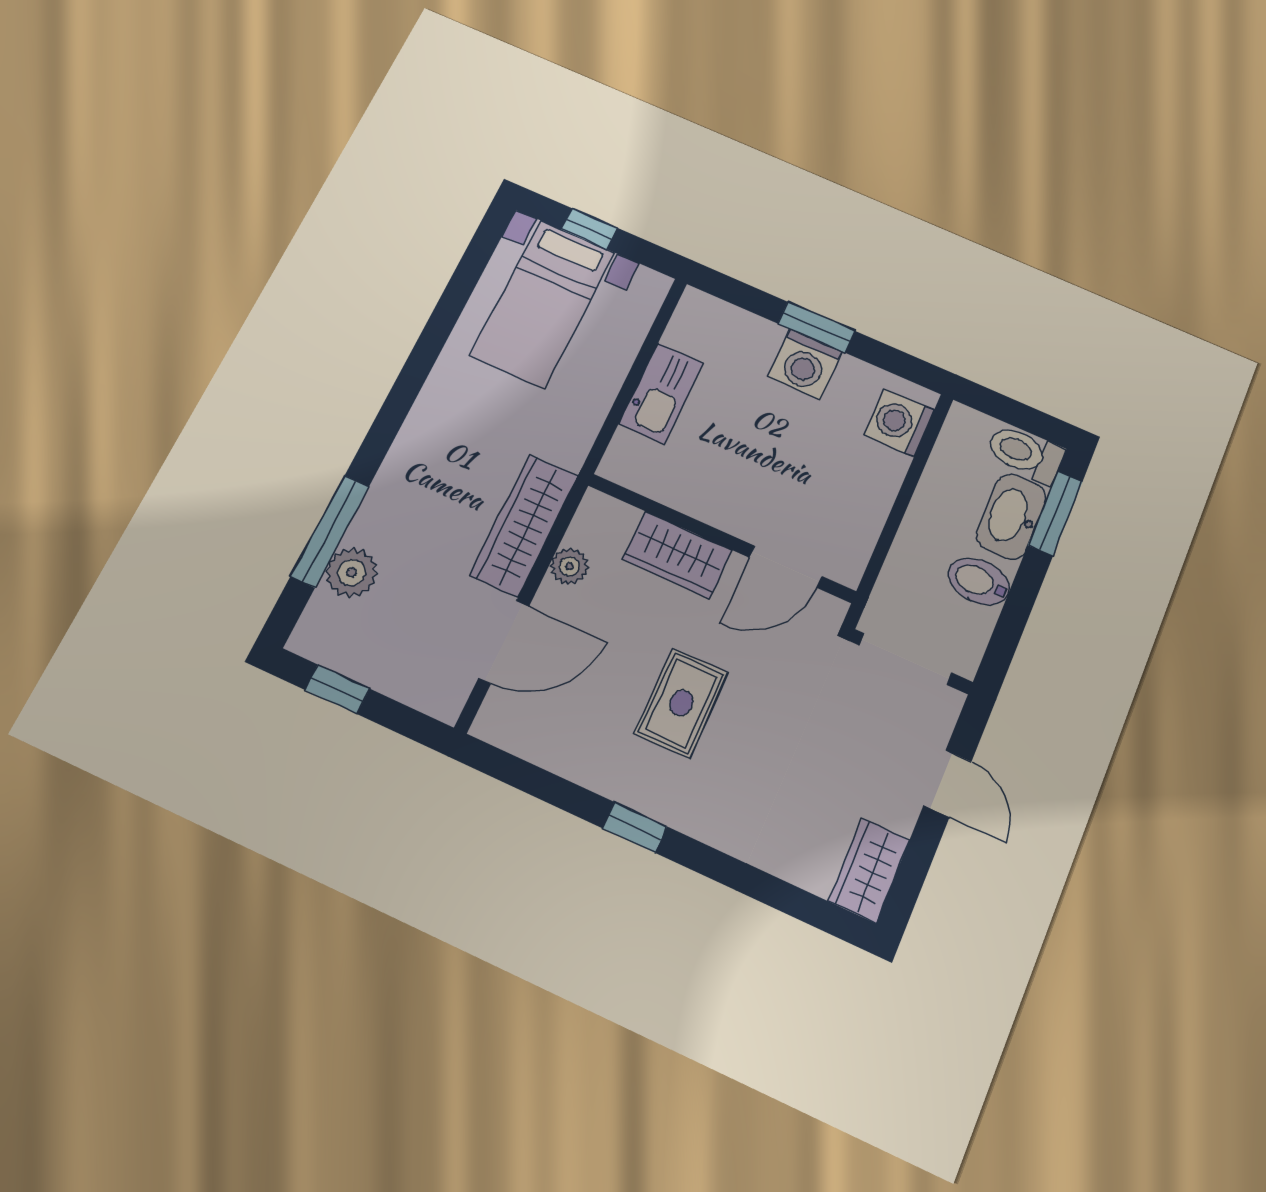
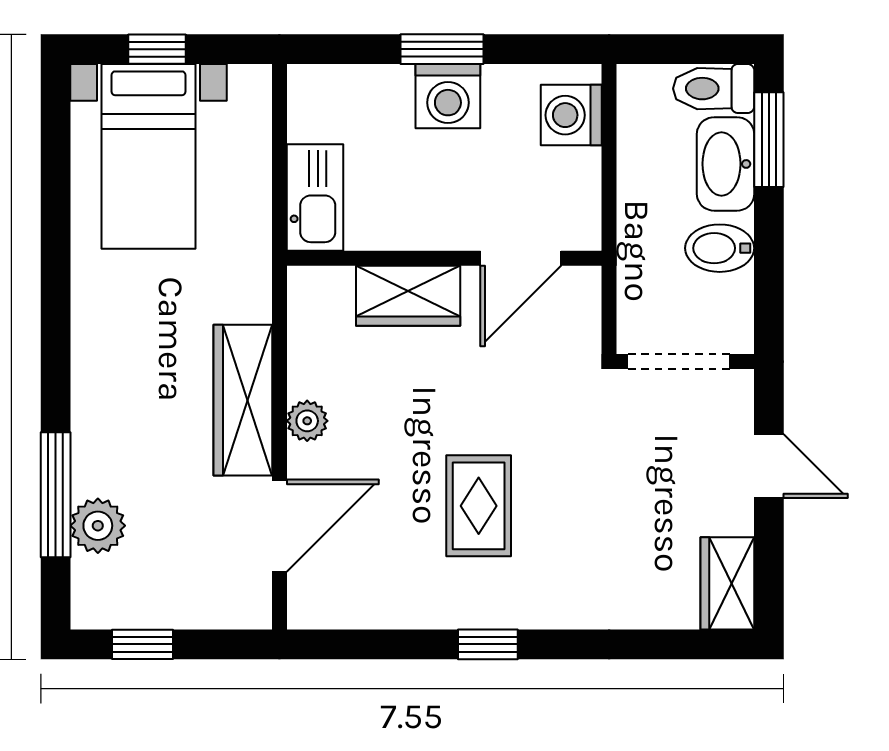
wall: (721, 538) -> (444, 258), moved
wardrobe: (677, 555) -> (408, 296), moved
door: (786, 567) -> (521, 258), moved

